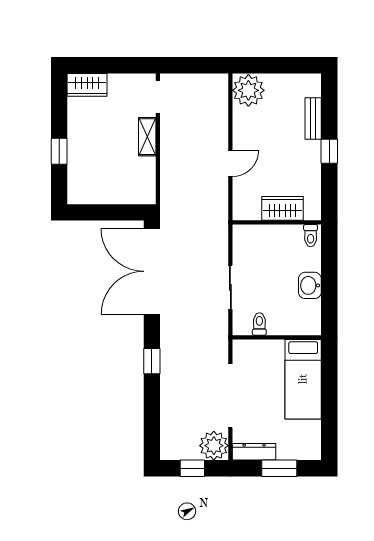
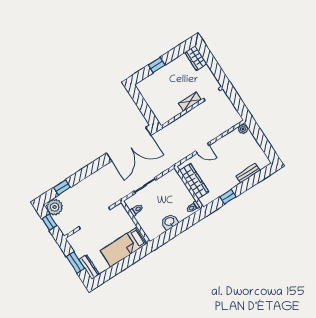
plant: (248, 90) -> (243, 129), width x0.53, depth x0.53
window: (329, 151) -> (228, 197), moved
wardrobe: (283, 208) -> (194, 181), width x1.50
double door: (152, 271) -> (129, 144), swing flipped
window: (152, 361) -> (62, 187), moved
plant: (214, 446) -> (55, 207), moved
dresser: (254, 452) -> (89, 267), moved

